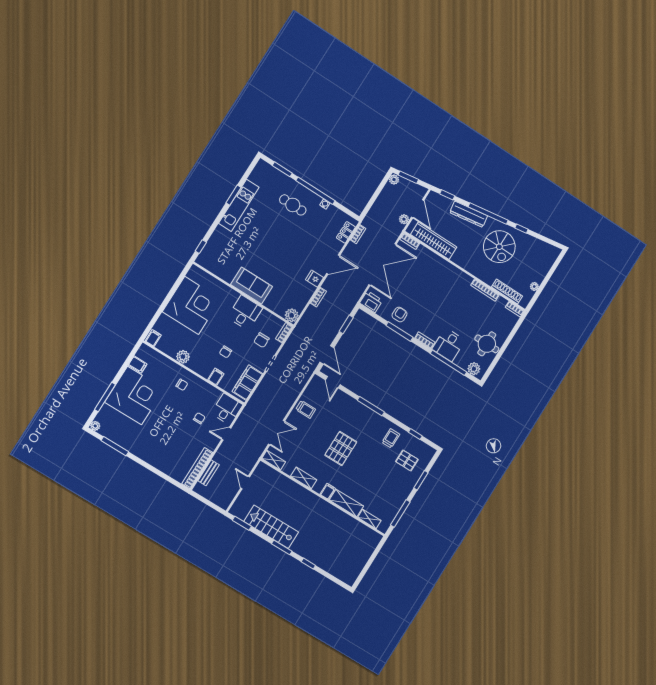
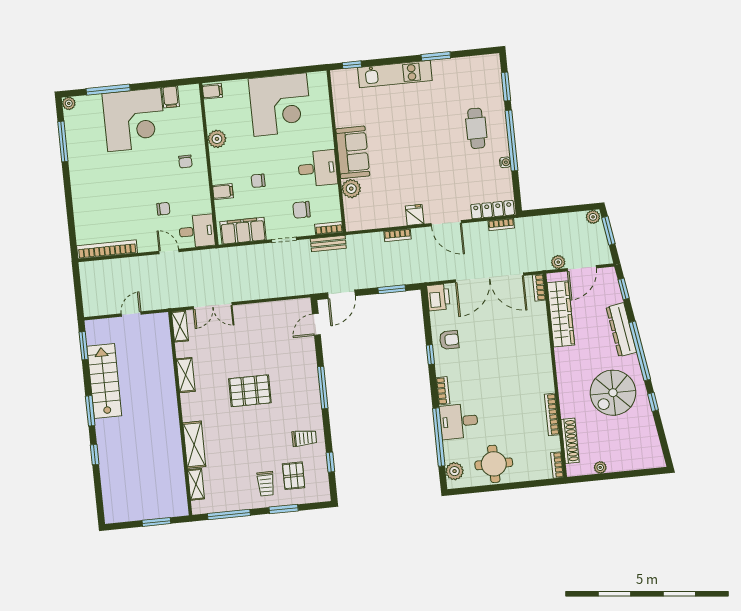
kitchen unit: (239, 205) -> (395, 74), moved
locker: (346, 232) -> (493, 210), width x1.53
plant: (292, 315) -> (351, 189), moved
window: (399, 331) -> (430, 355), width x0.46
trolley: (306, 409) -> (266, 484), moved
bench: (209, 473) -> (328, 244), moved
filing cabinet: (328, 491) -> (191, 414), removed
window: (373, 557) -> (156, 522), added

